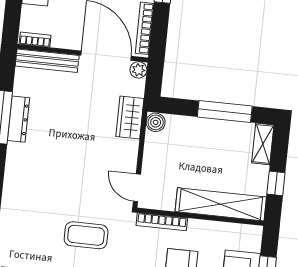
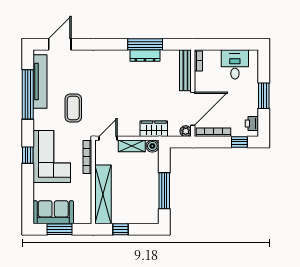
shelving: (263, 144) -> (132, 146), moved

